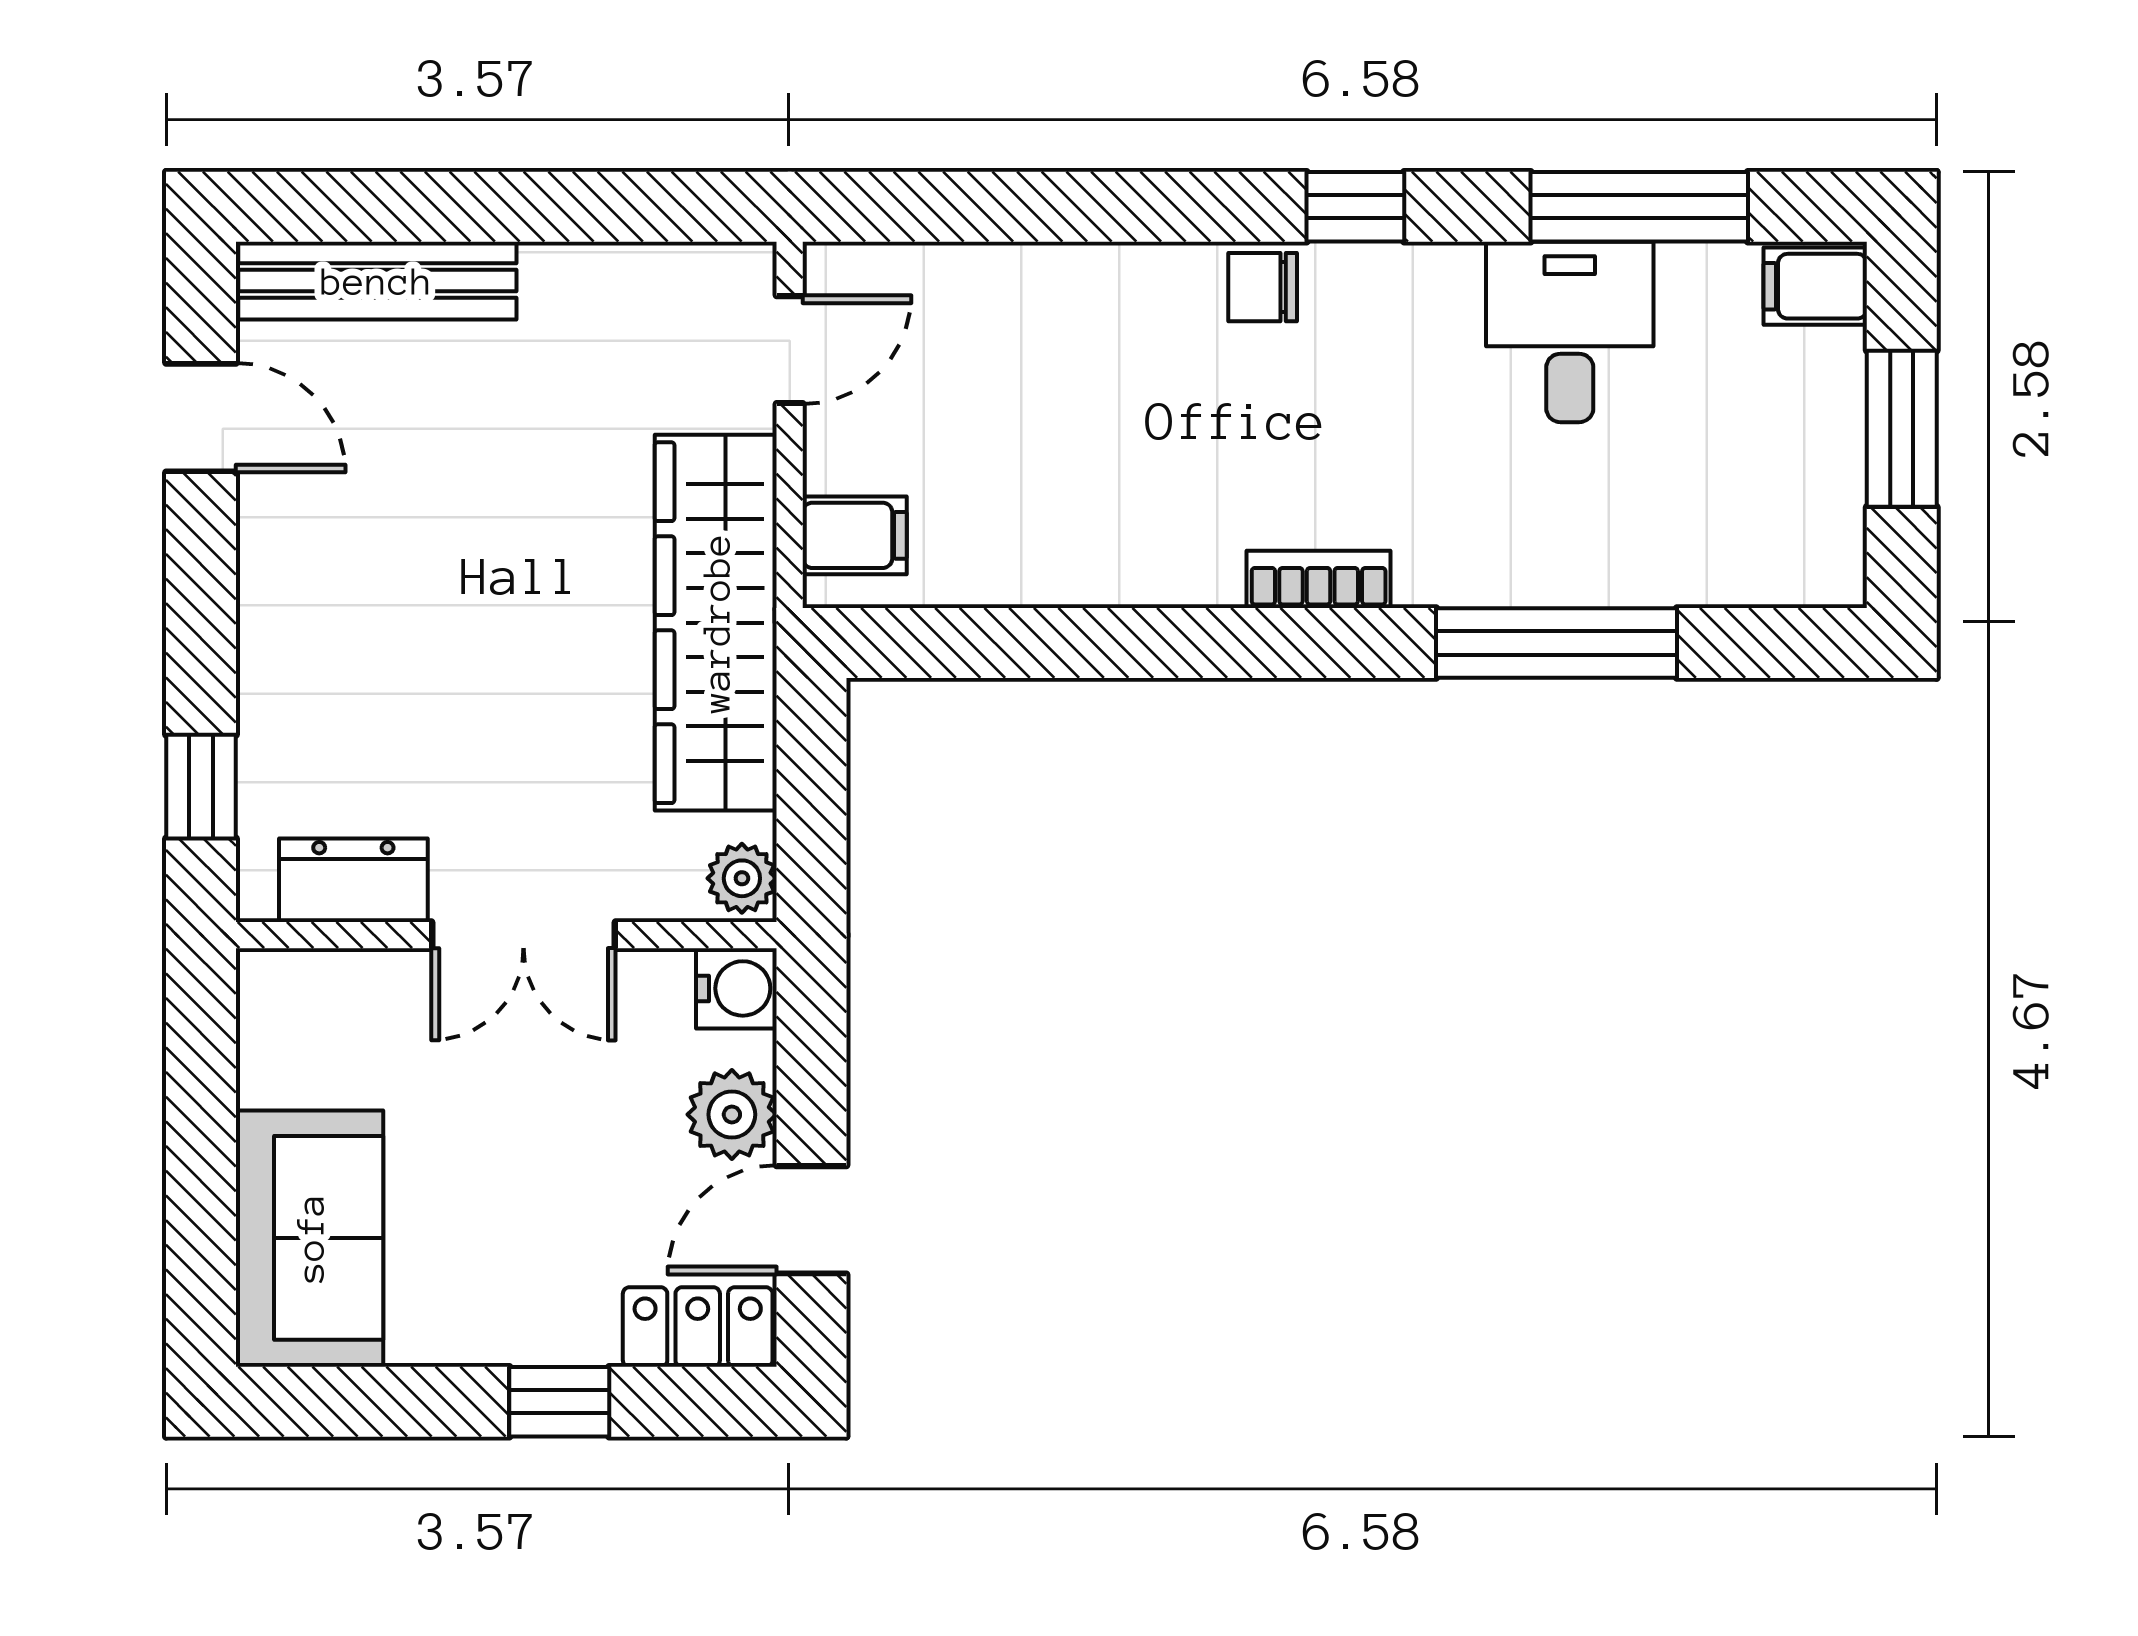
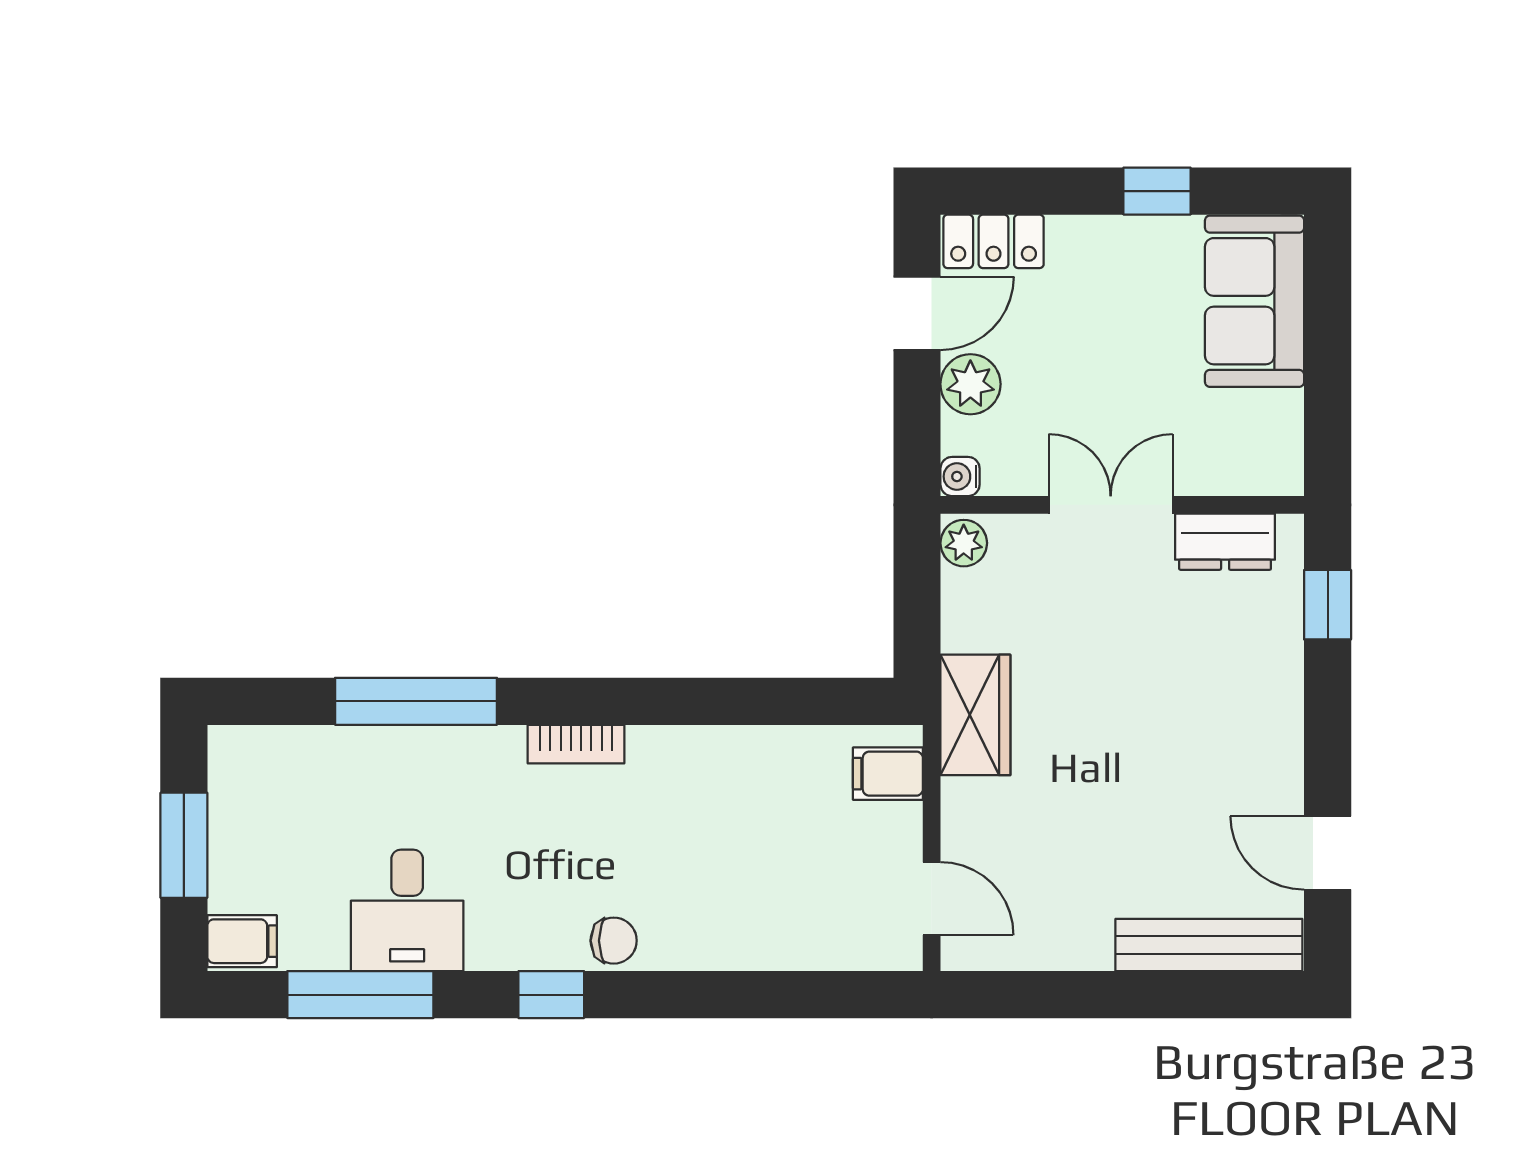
door: (790, 350) -> (932, 899), swing flipped
wardrobe: (716, 623) -> (975, 715), width x0.48, depth x0.85
water cooler: (736, 988) -> (960, 476), width x0.72, depth x0.72
window: (559, 1402) -> (1157, 191), moved

